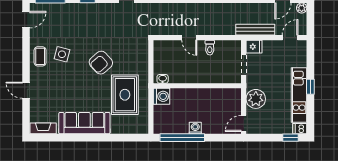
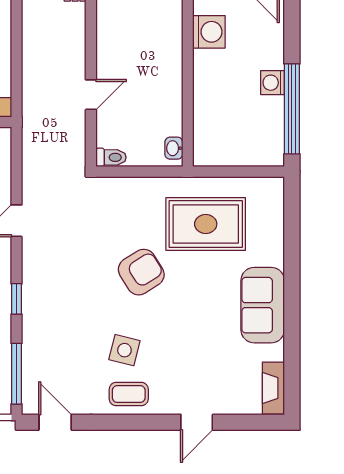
toilet: (210, 48) -> (111, 157), moved
armchair: (101, 63) -> (141, 272), turned -80
washing machine: (161, 96) -> (209, 32), moved, turned 90
sofa: (84, 123) -> (263, 305), width x0.73

